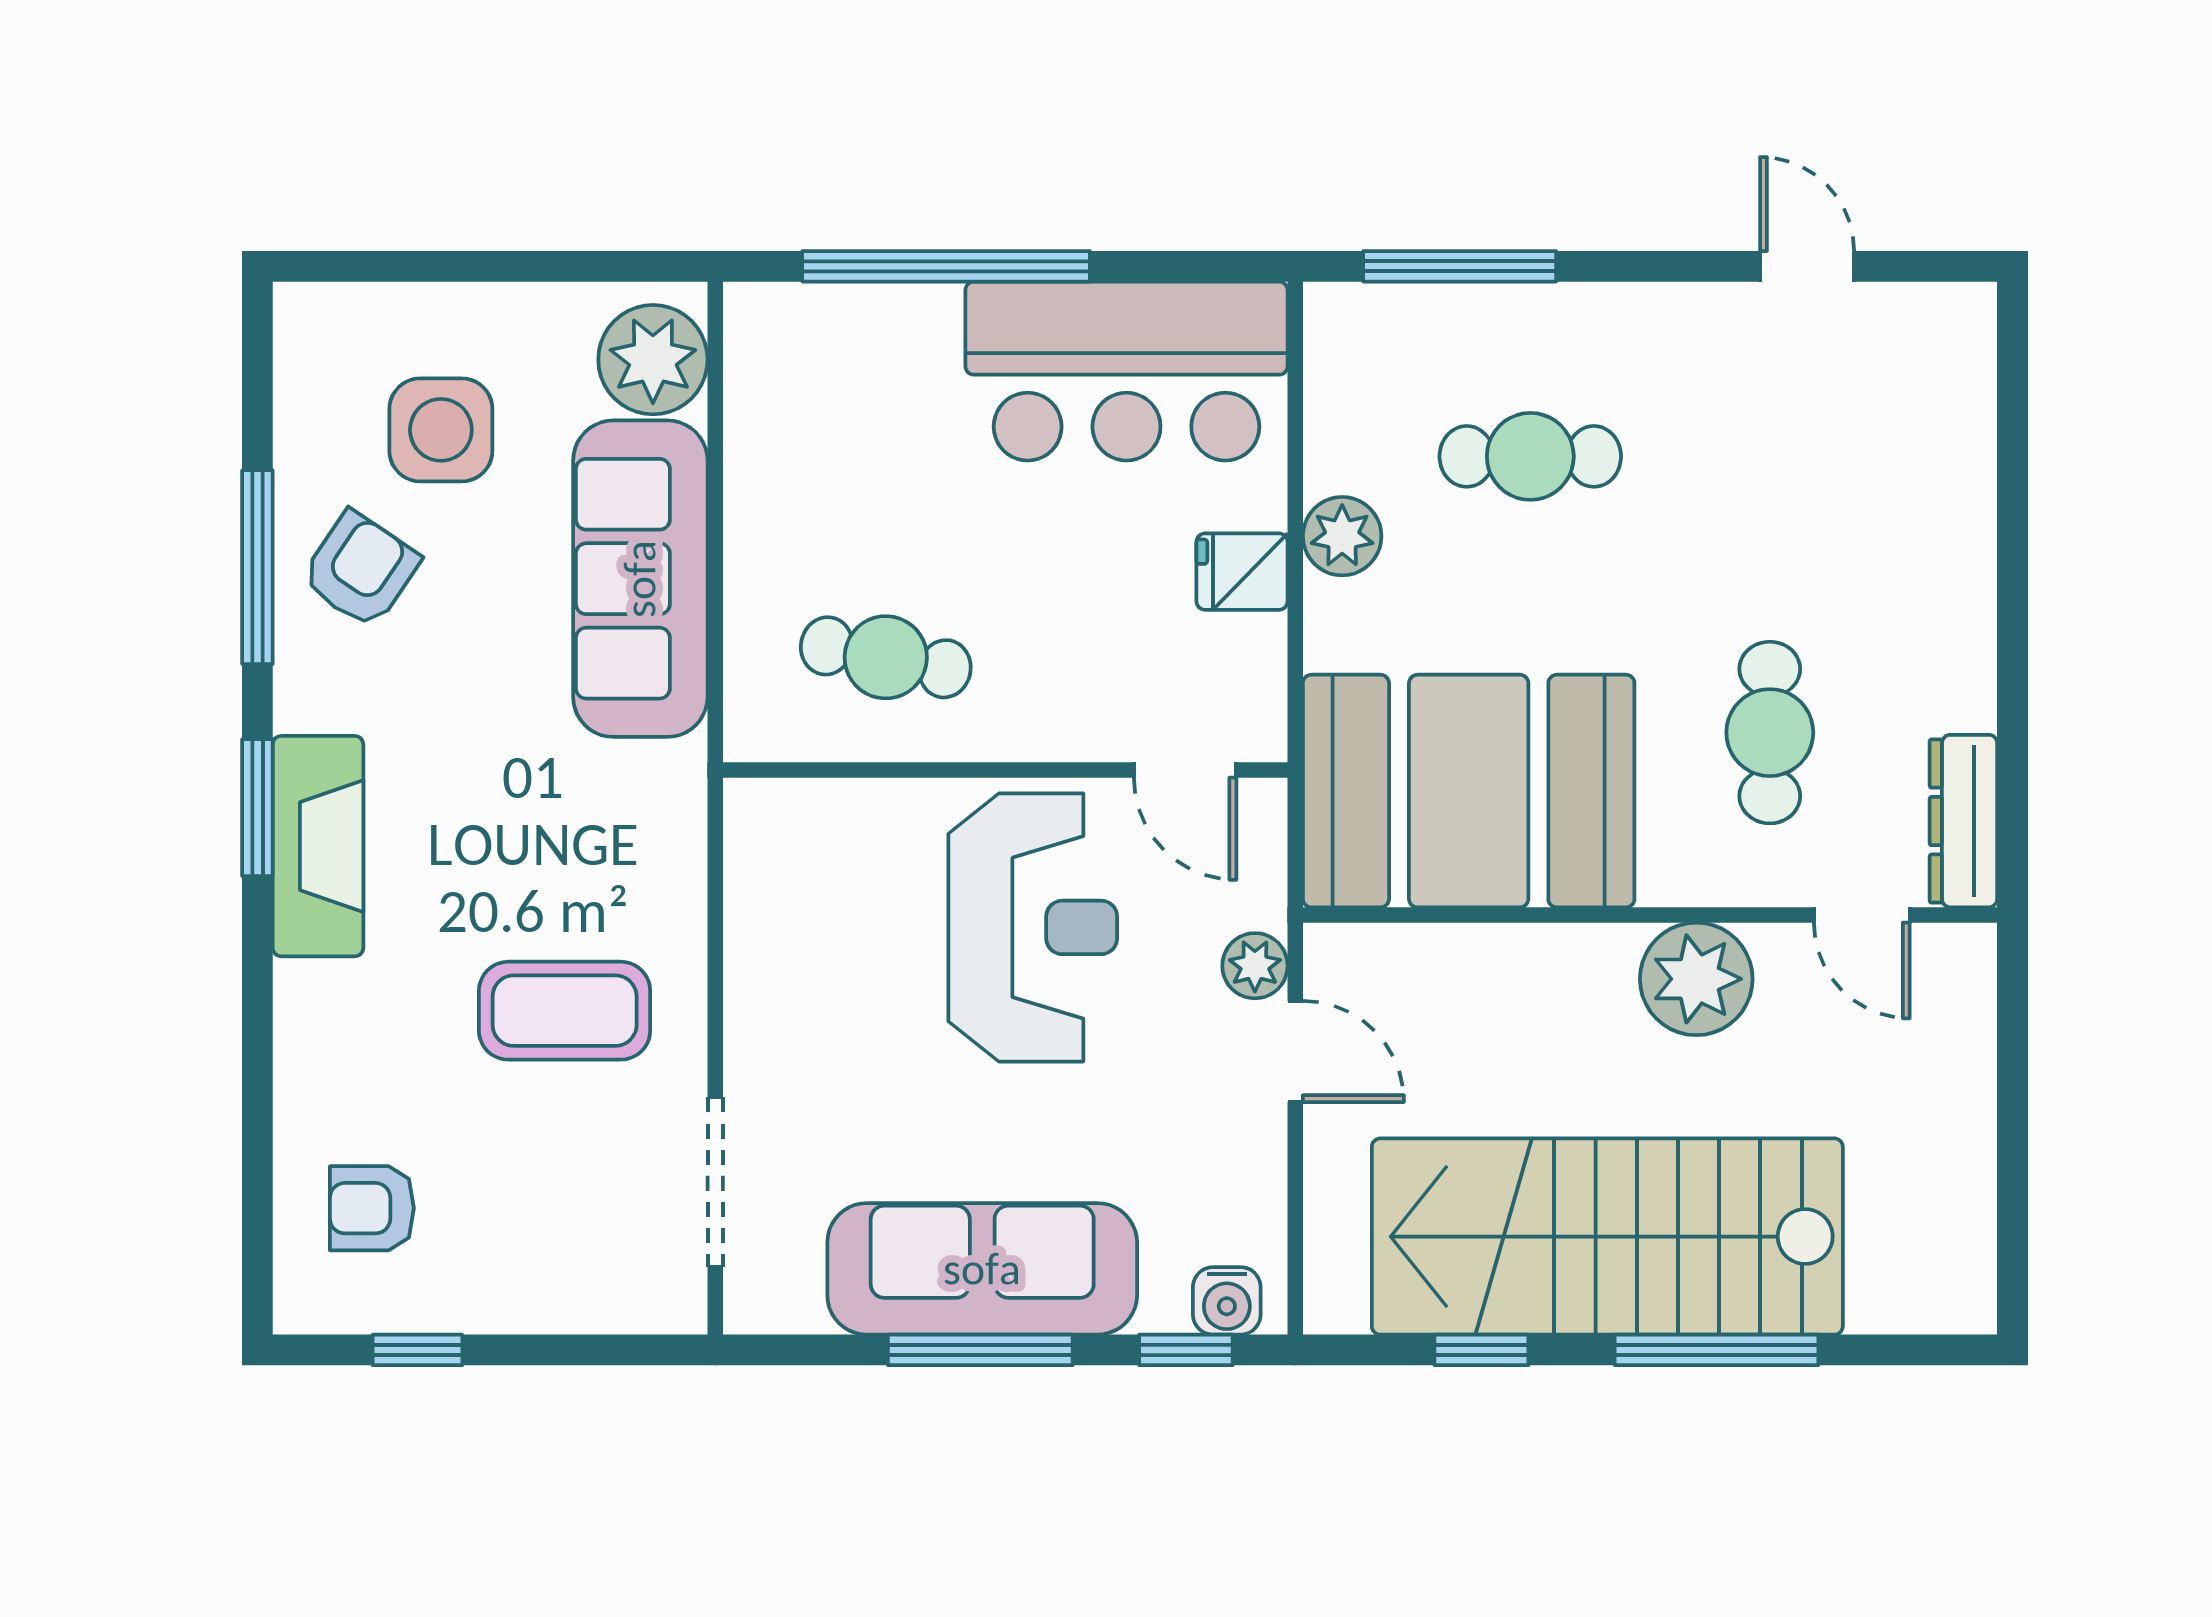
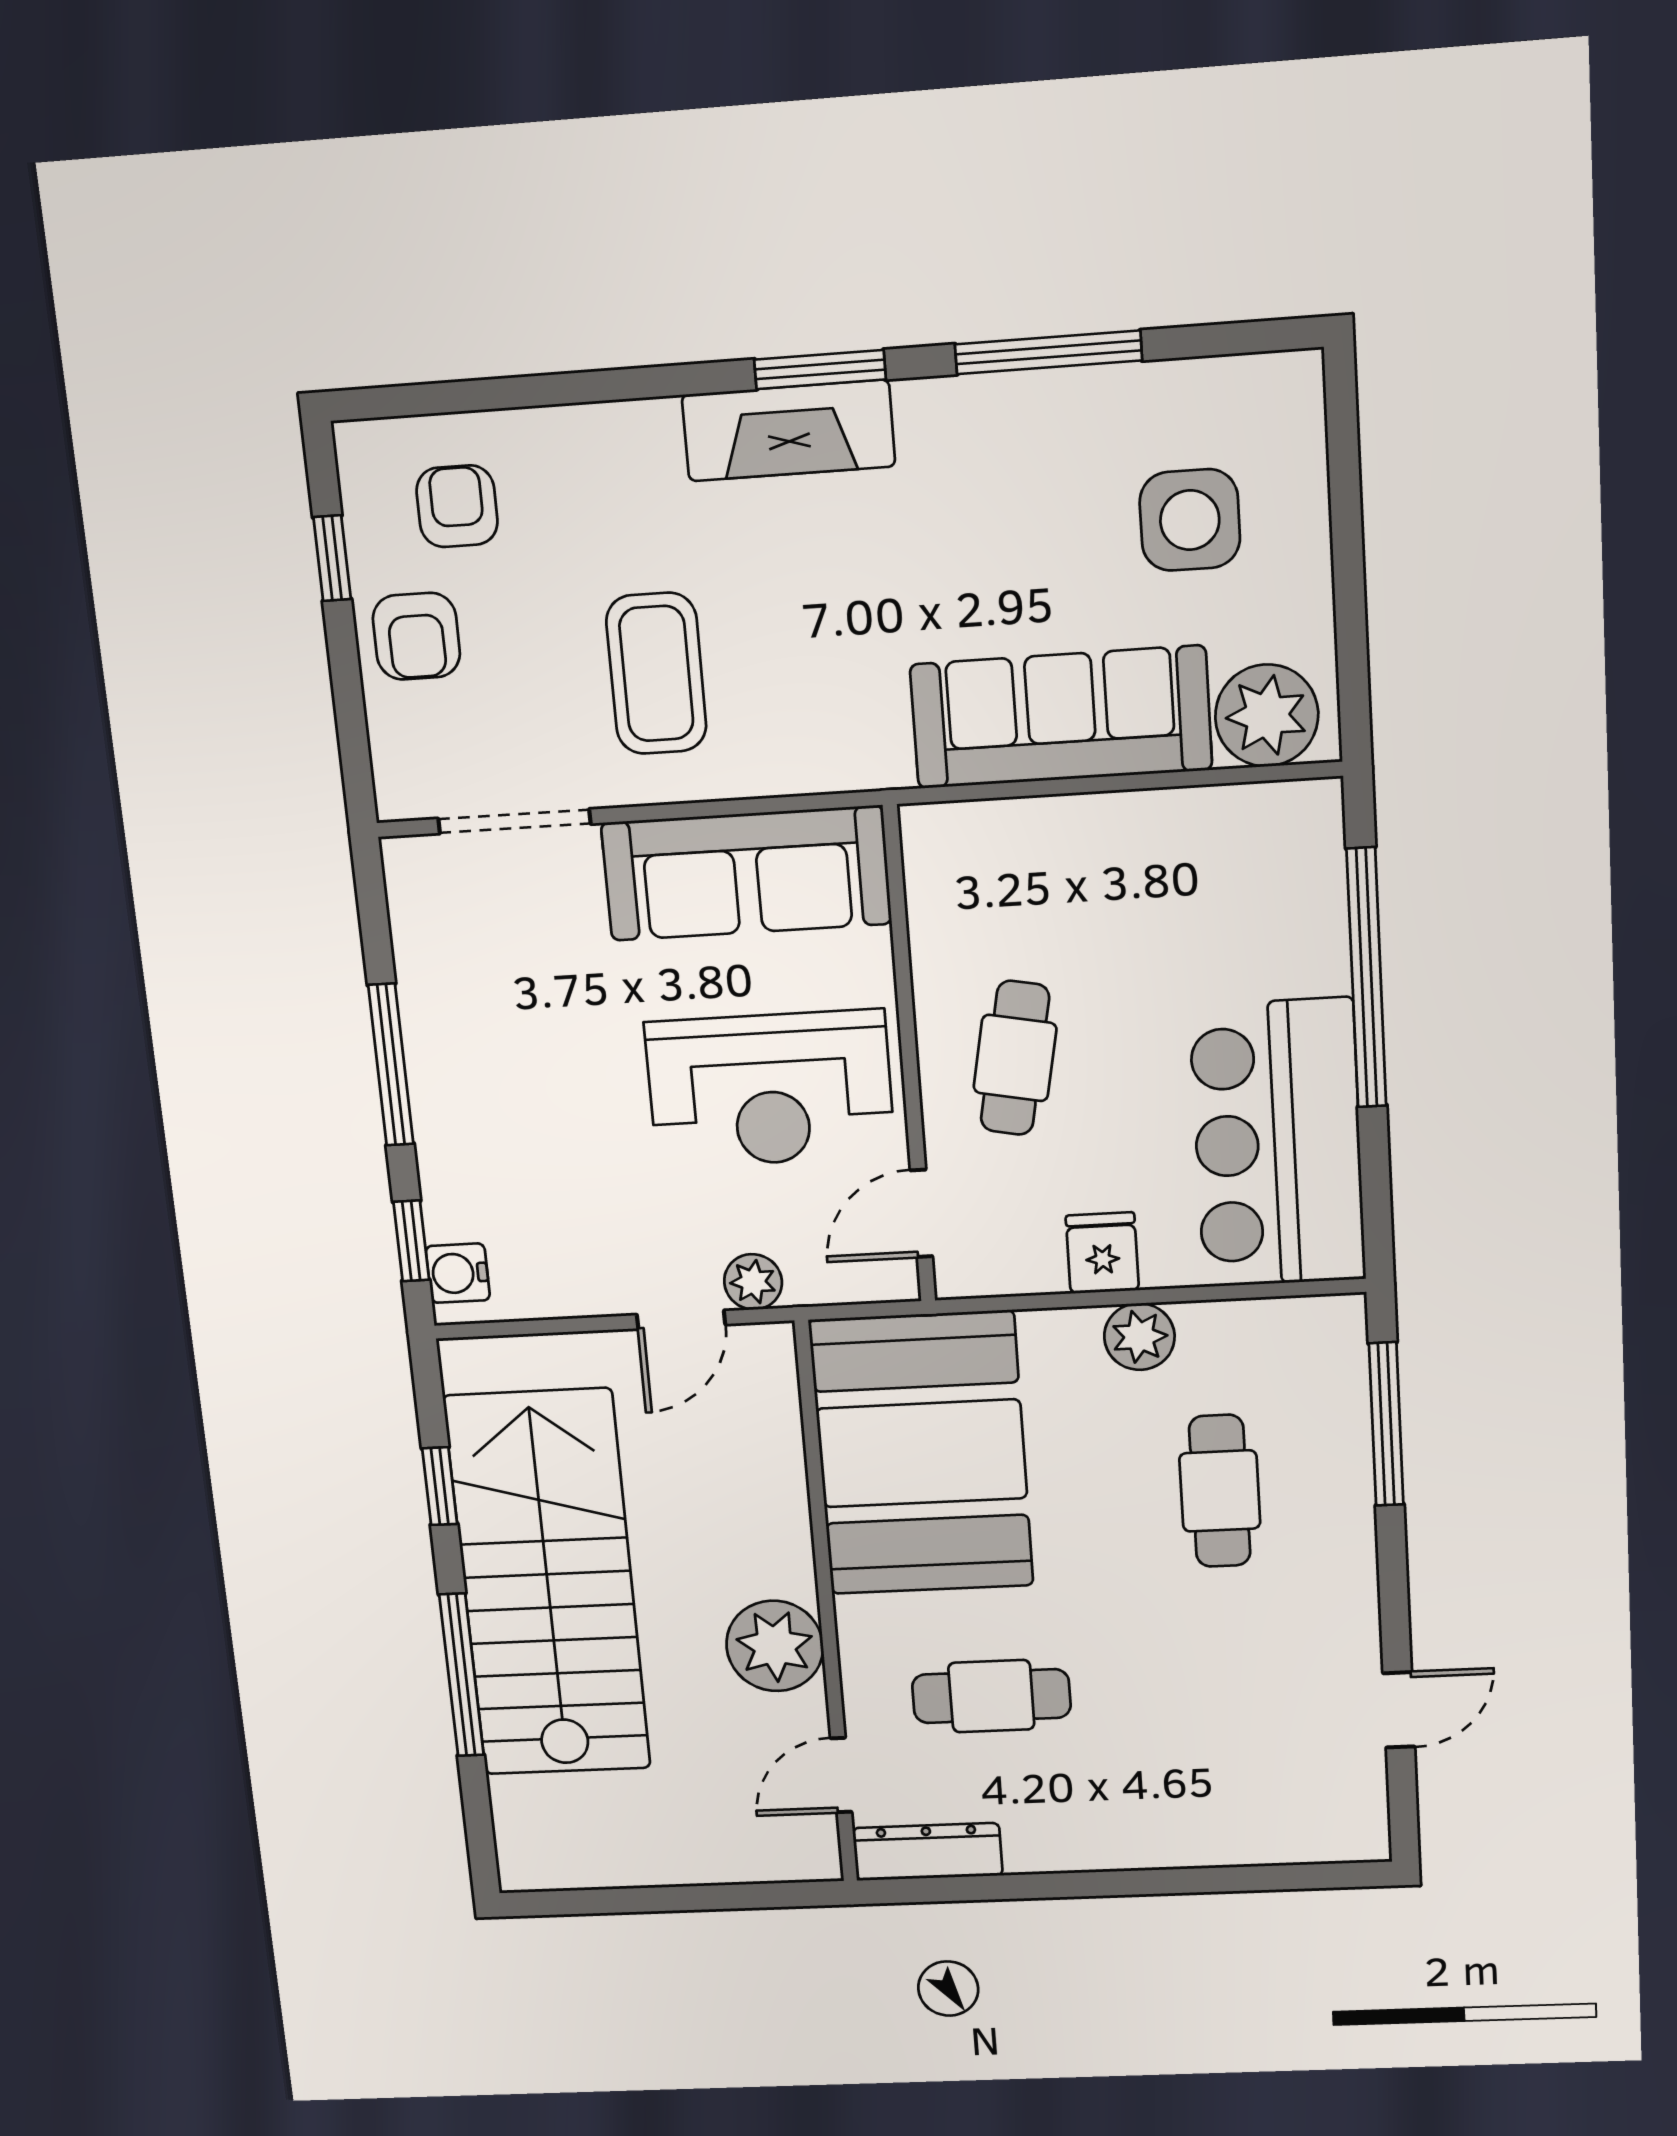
armchair: (360, 570) -> (416, 636), moved, turned 56
cafe table: (886, 657) -> (1015, 1058), moved
sofa: (982, 1269) -> (746, 873), moved, turned 90

